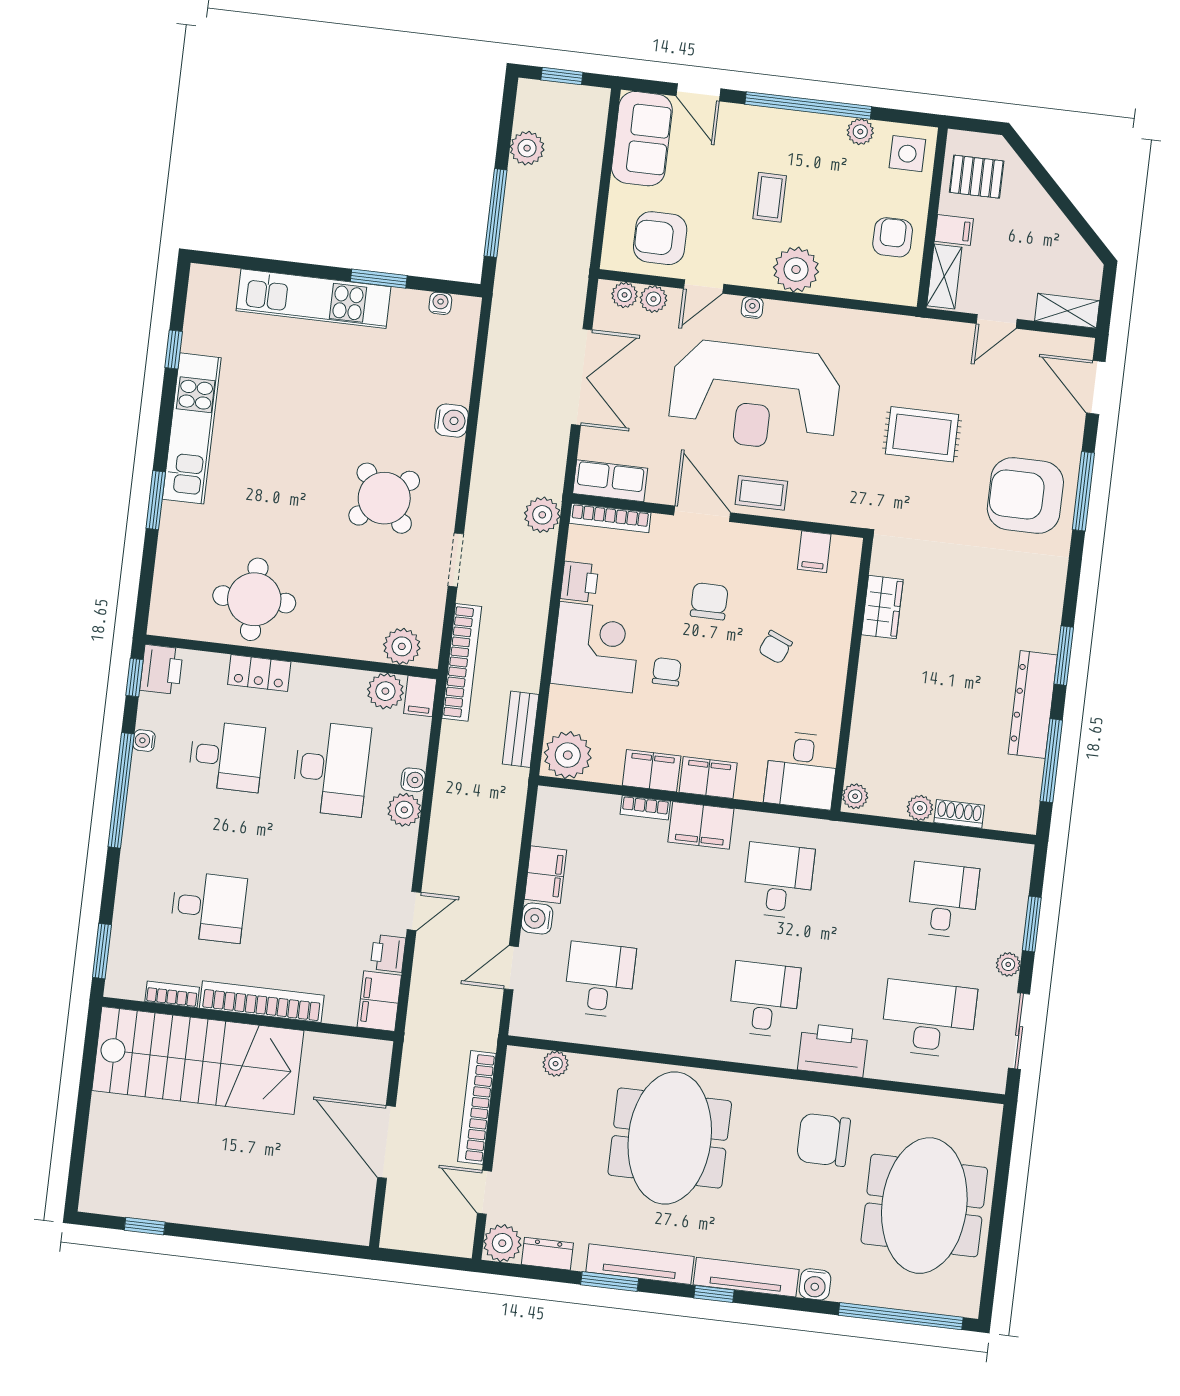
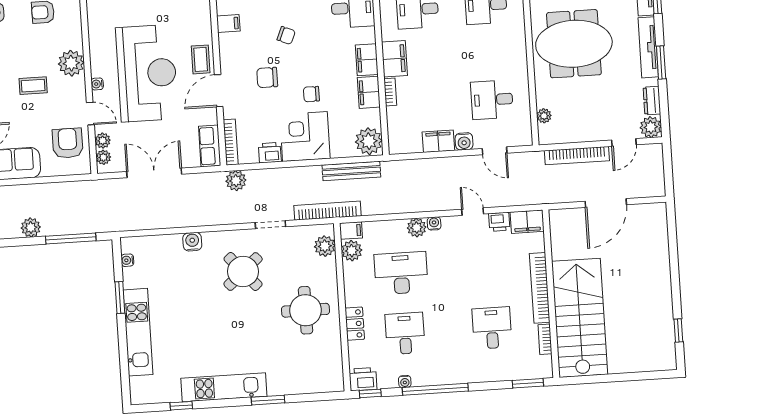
armchair: (660, 238) -> (68, 143), turned 180
round table: (254, 599) -> (306, 310), moved
bench: (521, 729) -> (351, 171), width x1.36
water cooler: (413, 780) -> (434, 223), moved

